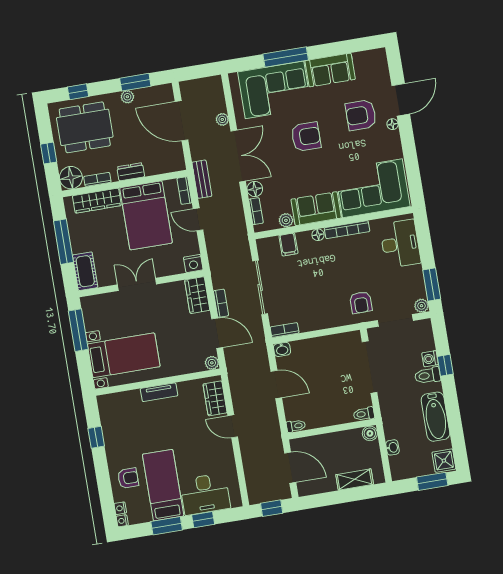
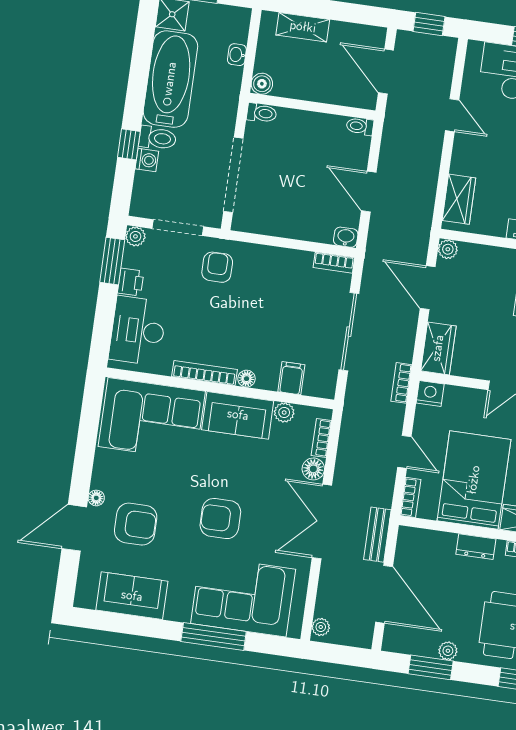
sofa: (330, 70) -> (132, 596), moved
plant: (222, 119) -> (321, 627), moved
bench: (202, 179) -> (377, 535), moved
printer: (415, 274) -> (131, 282), added
bookcase: (221, 303) -> (401, 383), moved
bathtub: (435, 417) -> (170, 79), width x1.36, depth x1.36
door: (233, 426) -> (452, 115), moved

